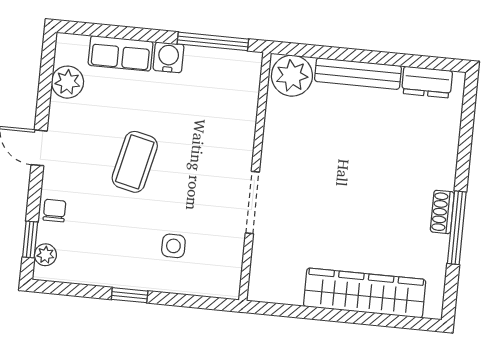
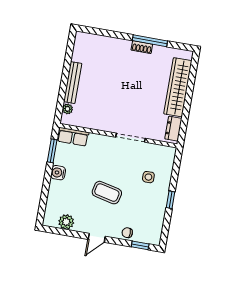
window: (213, 41) -> (52, 151), width x0.69
row of seats: (121, 53) -> (73, 137), moved, turned 90
plant: (292, 76) -> (67, 109), width x0.53, depth x0.53
dresser: (427, 82) -> (173, 129), moved, turned 180
plant: (45, 255) -> (148, 239), removed

